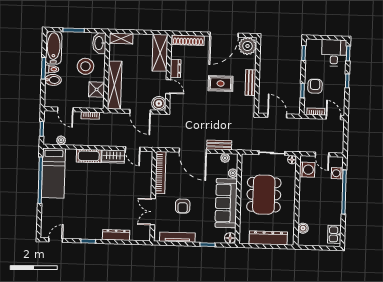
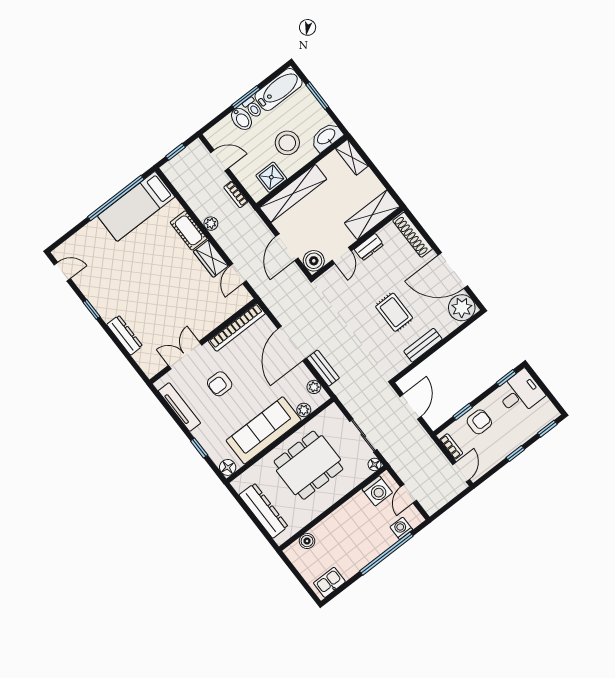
desk: (334, 53) -> (520, 393), moved
door: (65, 109) -> (220, 160), swing flipped
plant: (61, 140) -> (211, 224), moved

